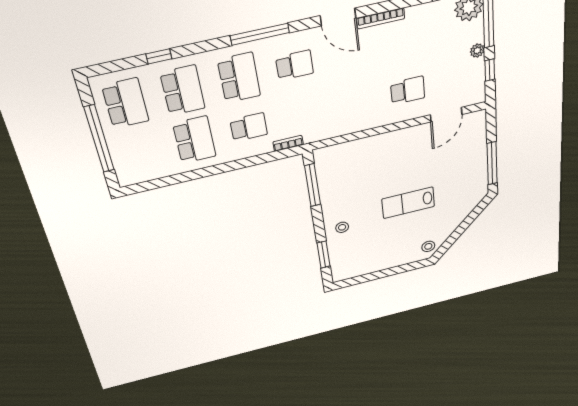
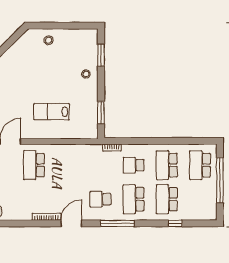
door: (338, 17) -> (71, 223), hinge flipped
school desk: (408, 90) -> (34, 165), width x1.85
school desk: (125, 103) -> (200, 165), moved
window: (313, 185) -> (101, 113), width x0.69
lab bench: (408, 203) -> (51, 112), moved, turned 180
stool: (428, 246) -> (48, 40), moved

